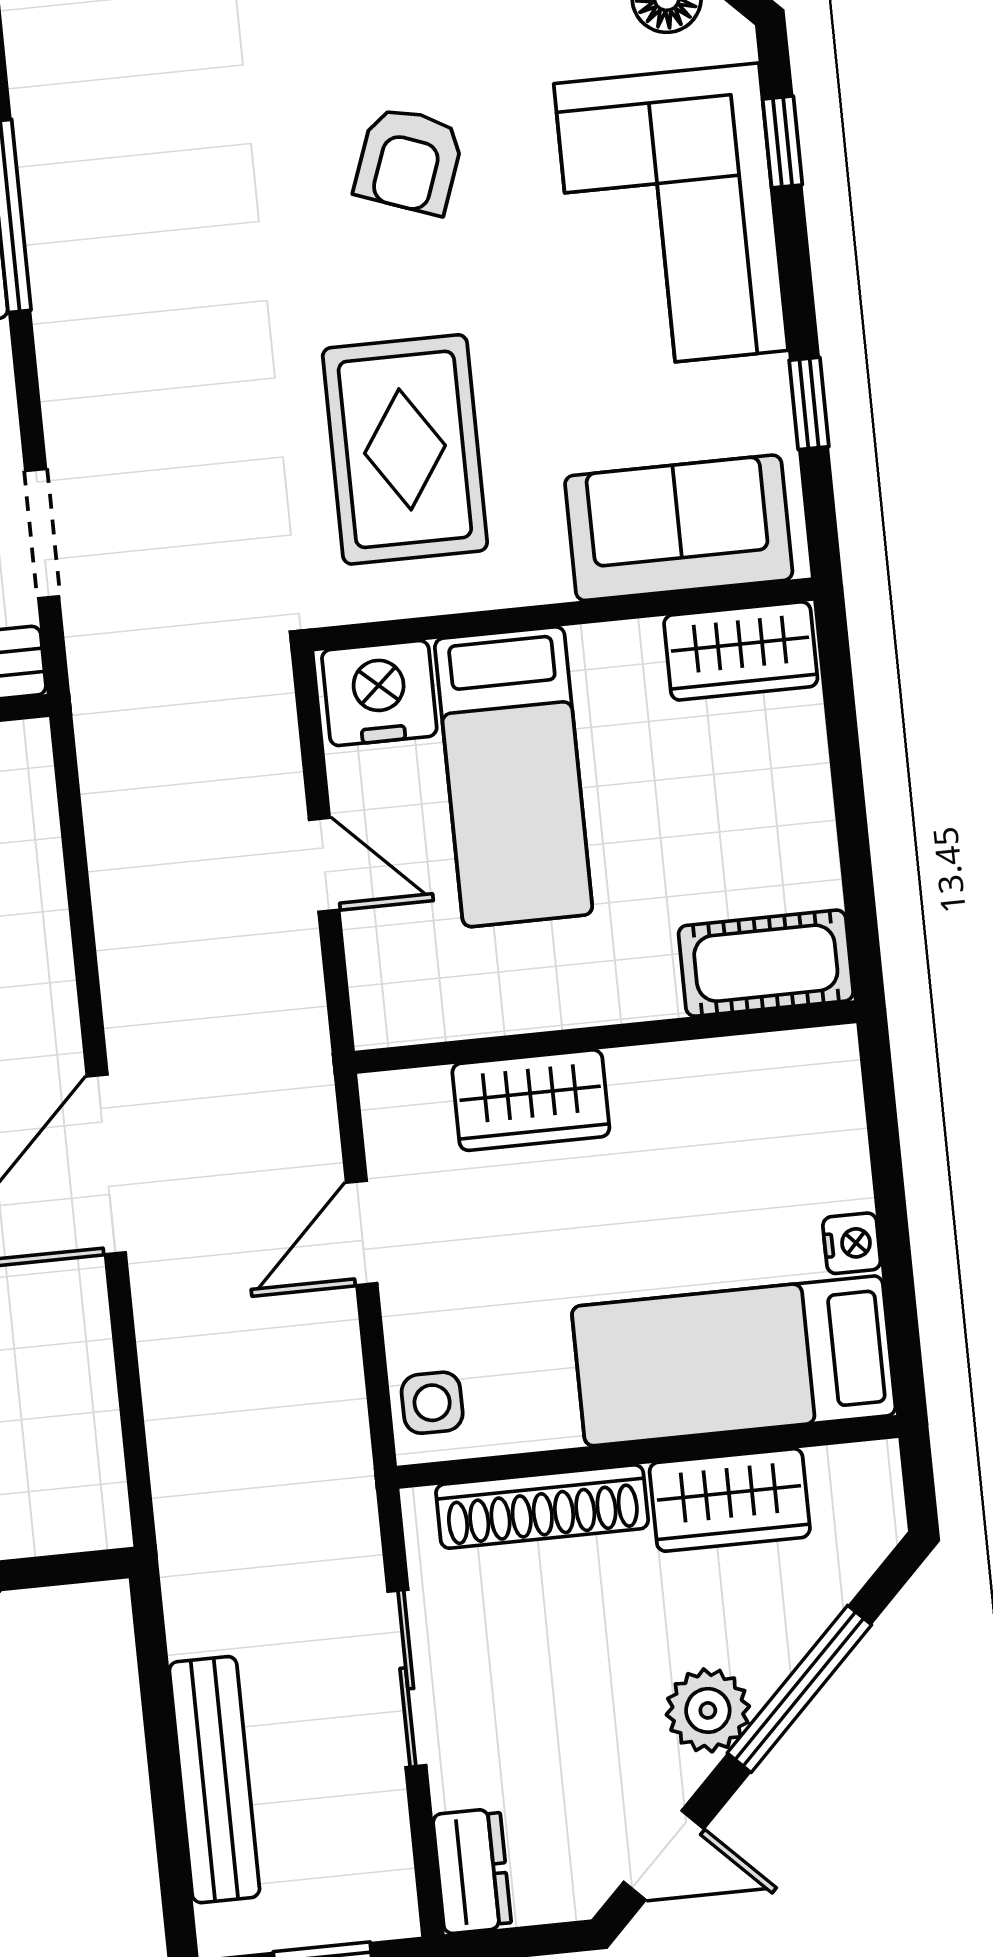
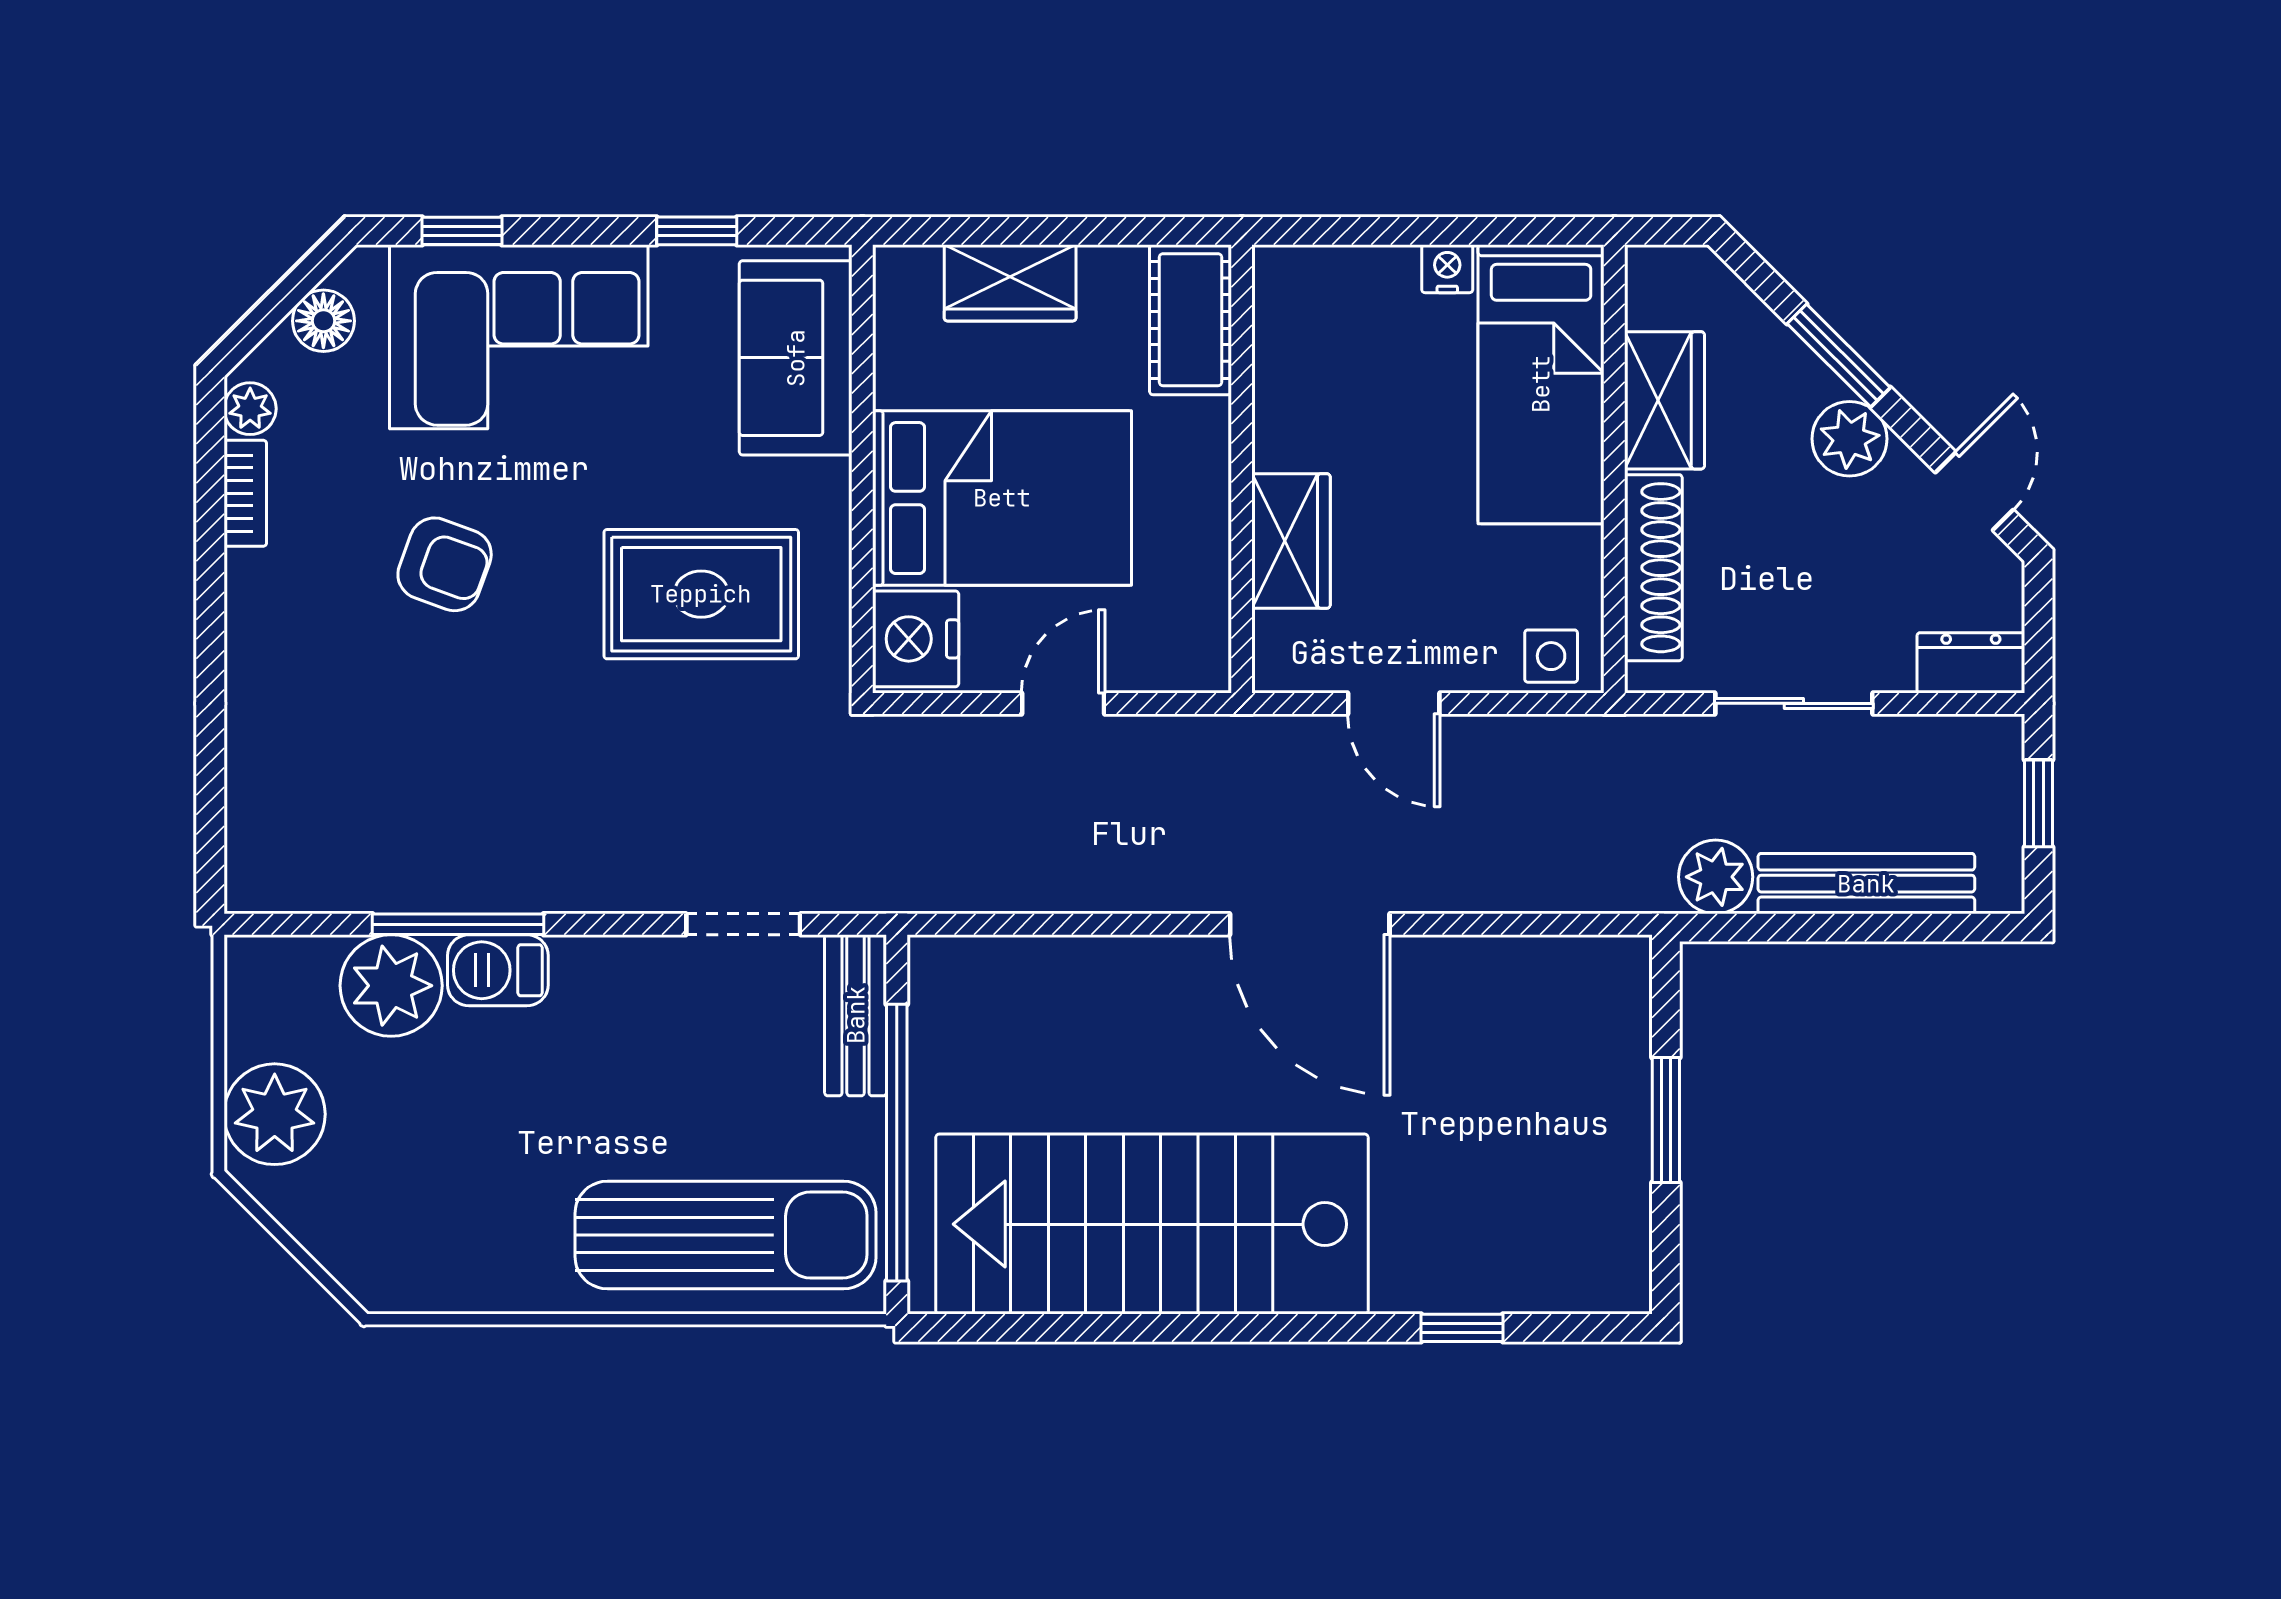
wardrobe: (741, 651) -> (1010, 283), moved, turned 90
bed: (514, 777) -> (1002, 498), width x1.50
plant: (205, 1611) -> (1716, 877), added
window: (799, 1689) -> (1839, 355), width x0.69

